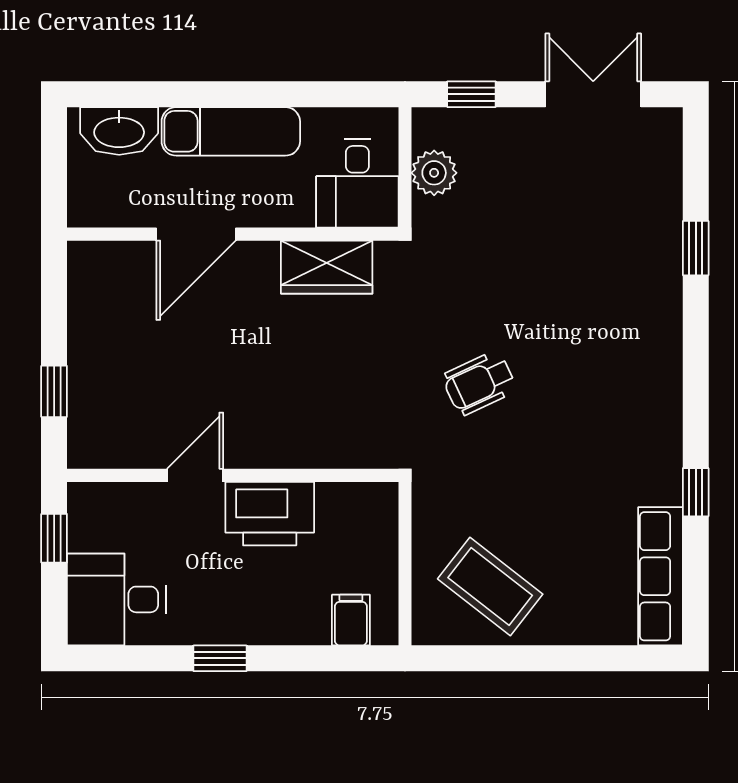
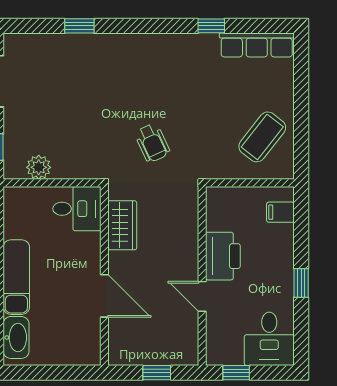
desk: (357, 183) -> (77, 209), moved
door: (196, 234) -> (104, 296), moved
wall: (233, 234) -> (104, 276), moved
wardrobe: (327, 267) -> (122, 225), moved

